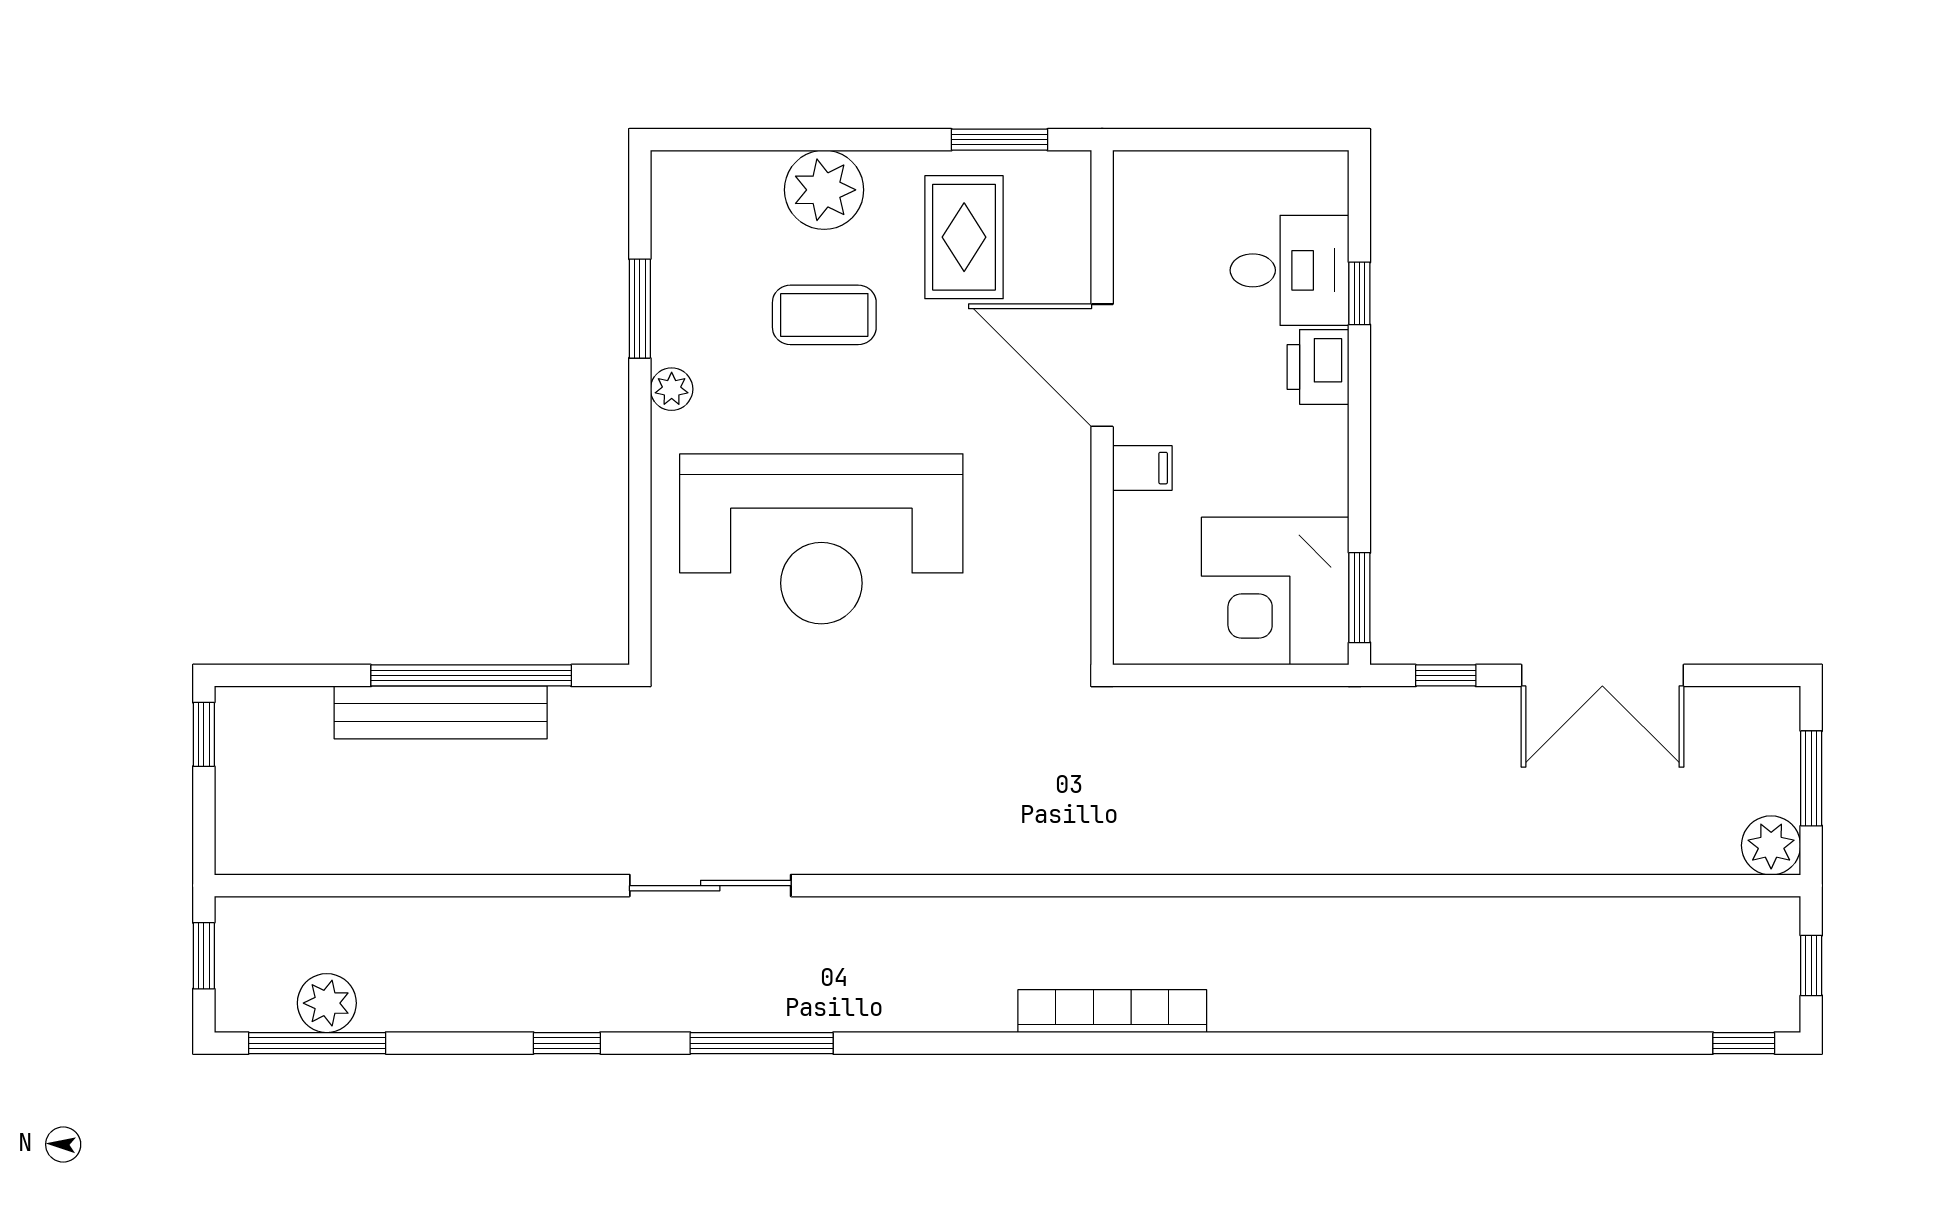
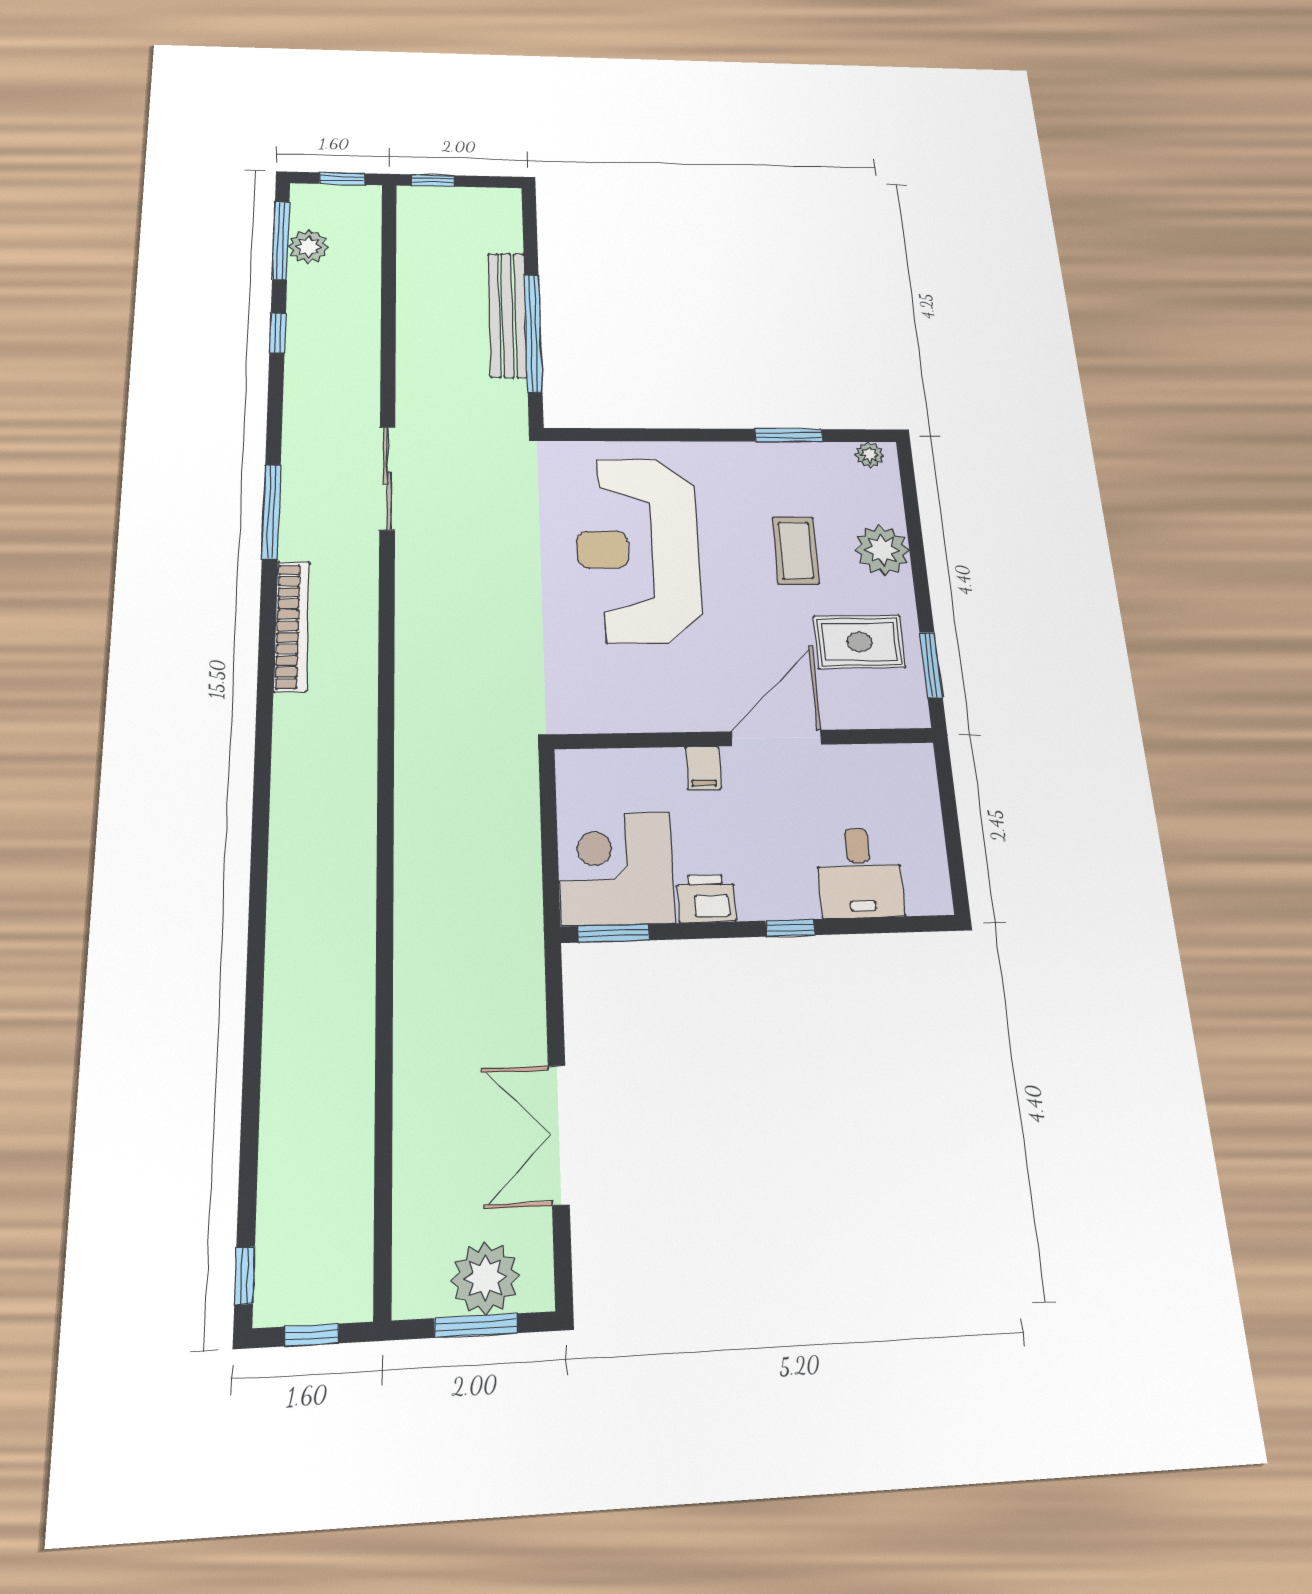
window: (1359, 293) -> (790, 928), moved
printer: (1318, 367) -> (706, 899), moved
plant: (672, 389) -> (869, 455), moved
window: (1446, 675) -> (555, 1004), removed
window: (204, 734) -> (433, 181), moved
plant: (1771, 845) -> (485, 1278), moved, width x1.36, depth x1.36
bookcase: (1112, 1011) -> (292, 626), moved
window: (567, 1043) -> (278, 333), moved

